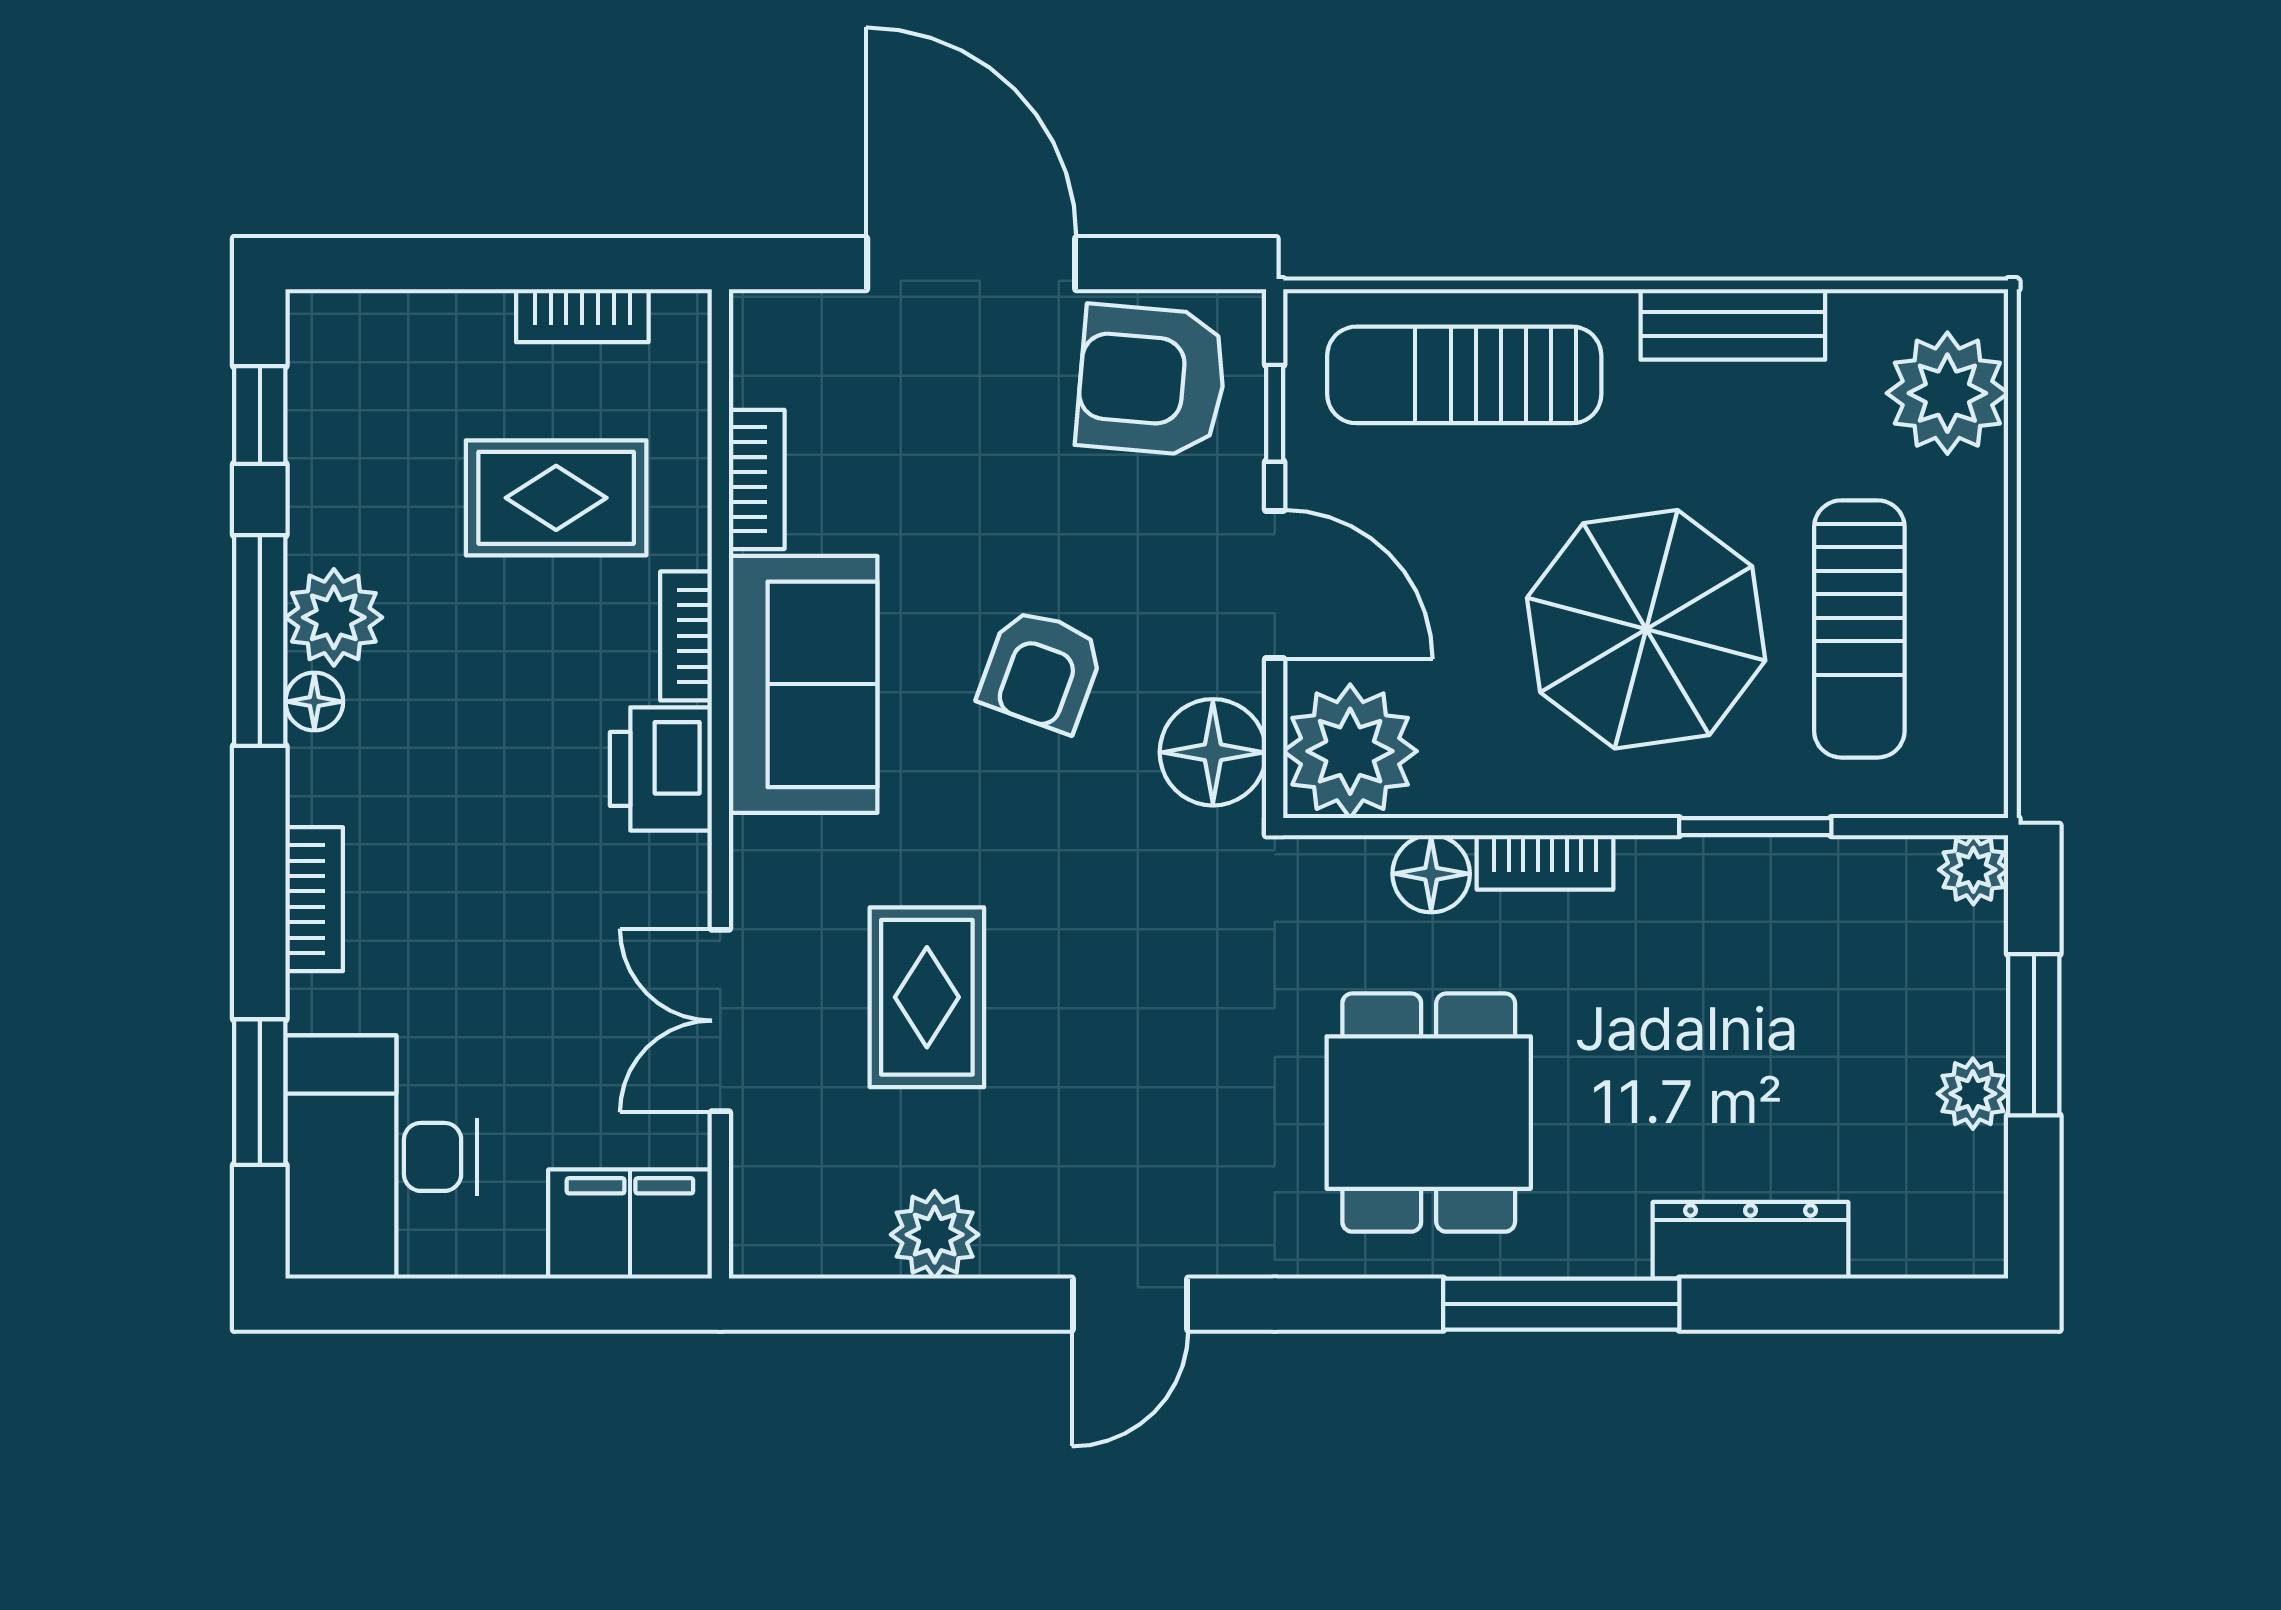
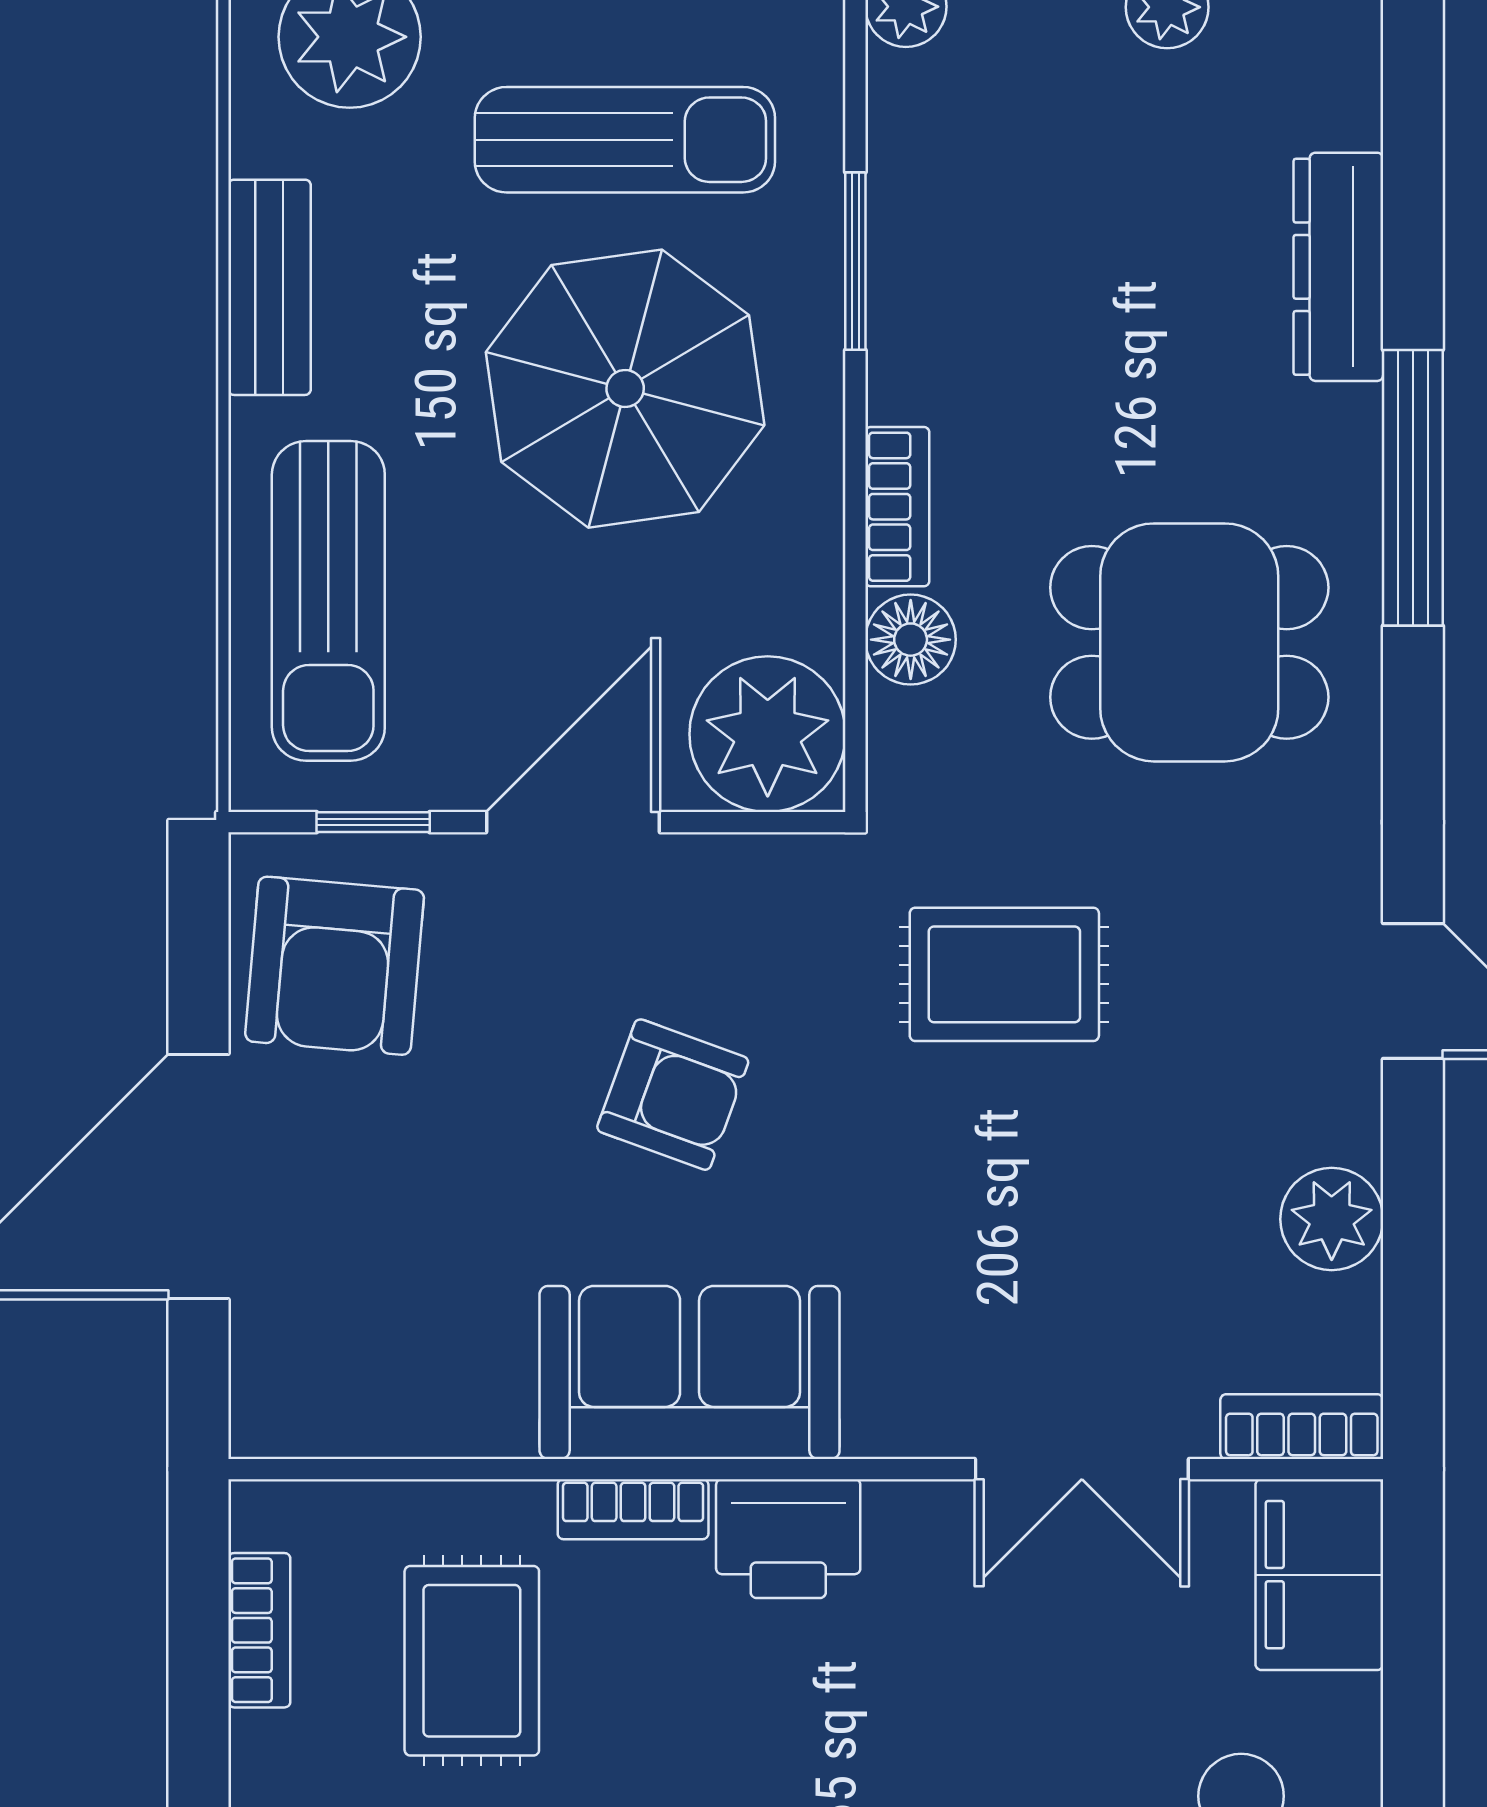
bookcase: (757, 479) -> (1302, 1427), moved
floor lamp: (1213, 752) -> (769, 894), removed
rug: (927, 997) -> (1004, 974), moved

